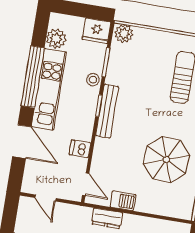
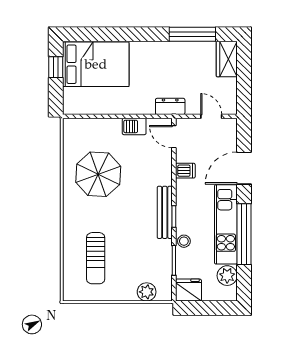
plant: (124, 33) -> (147, 292), moved
door: (22, 142) -> (244, 168), hinge flipped
dresser: (107, 218) -> (170, 106), moved

